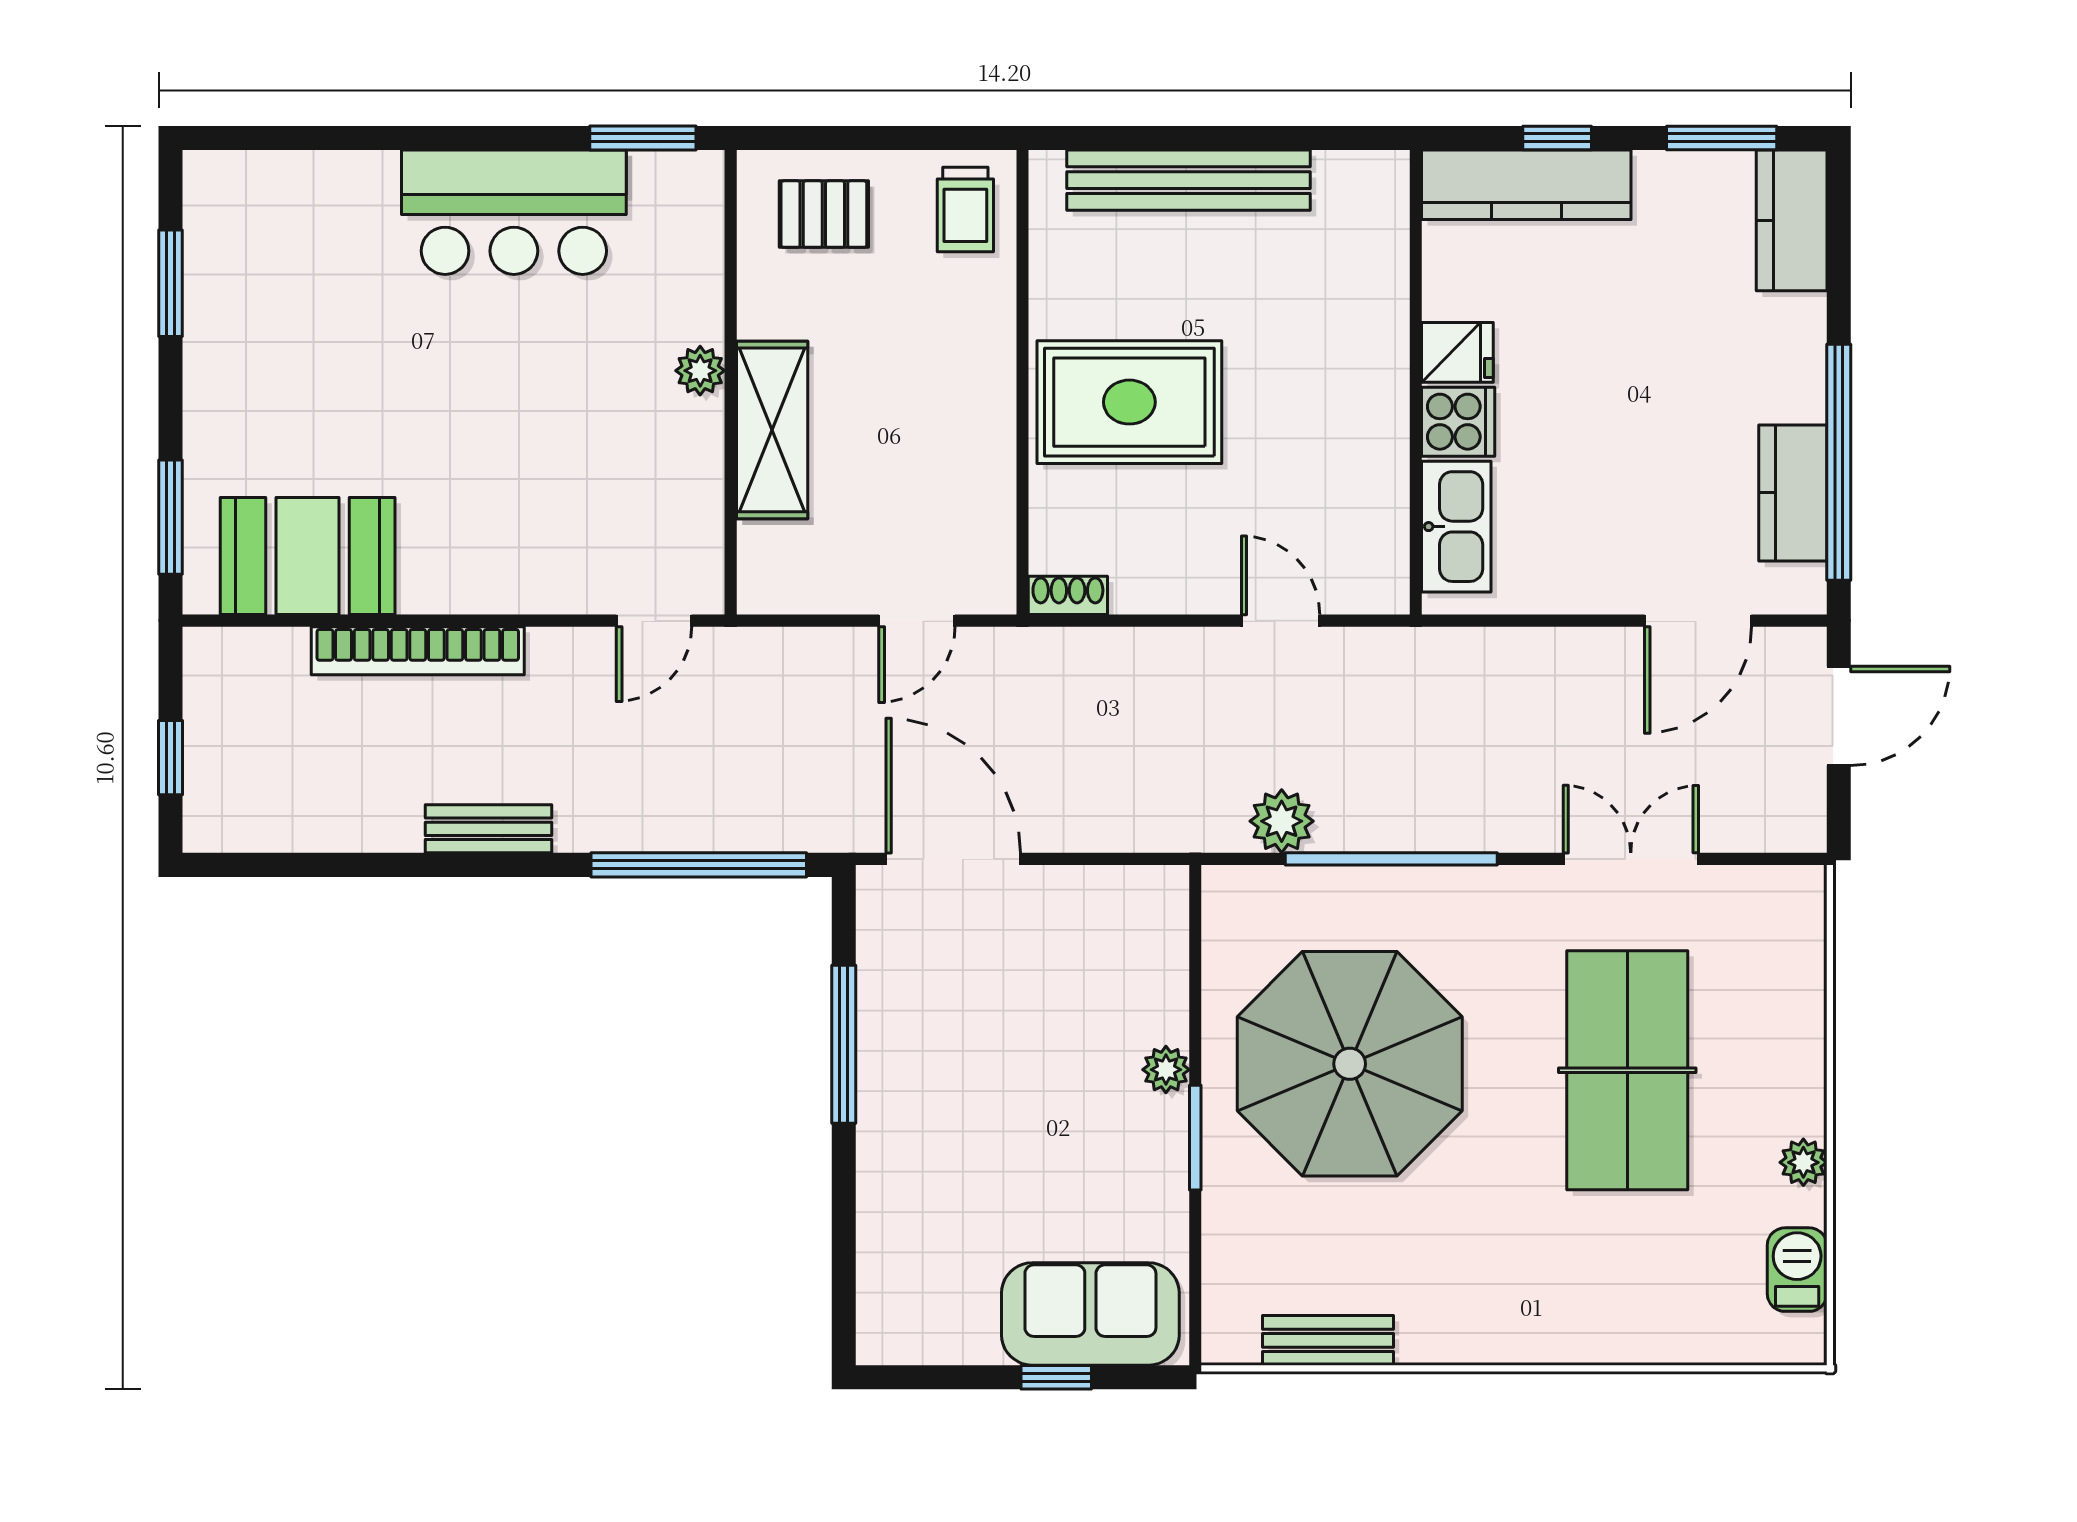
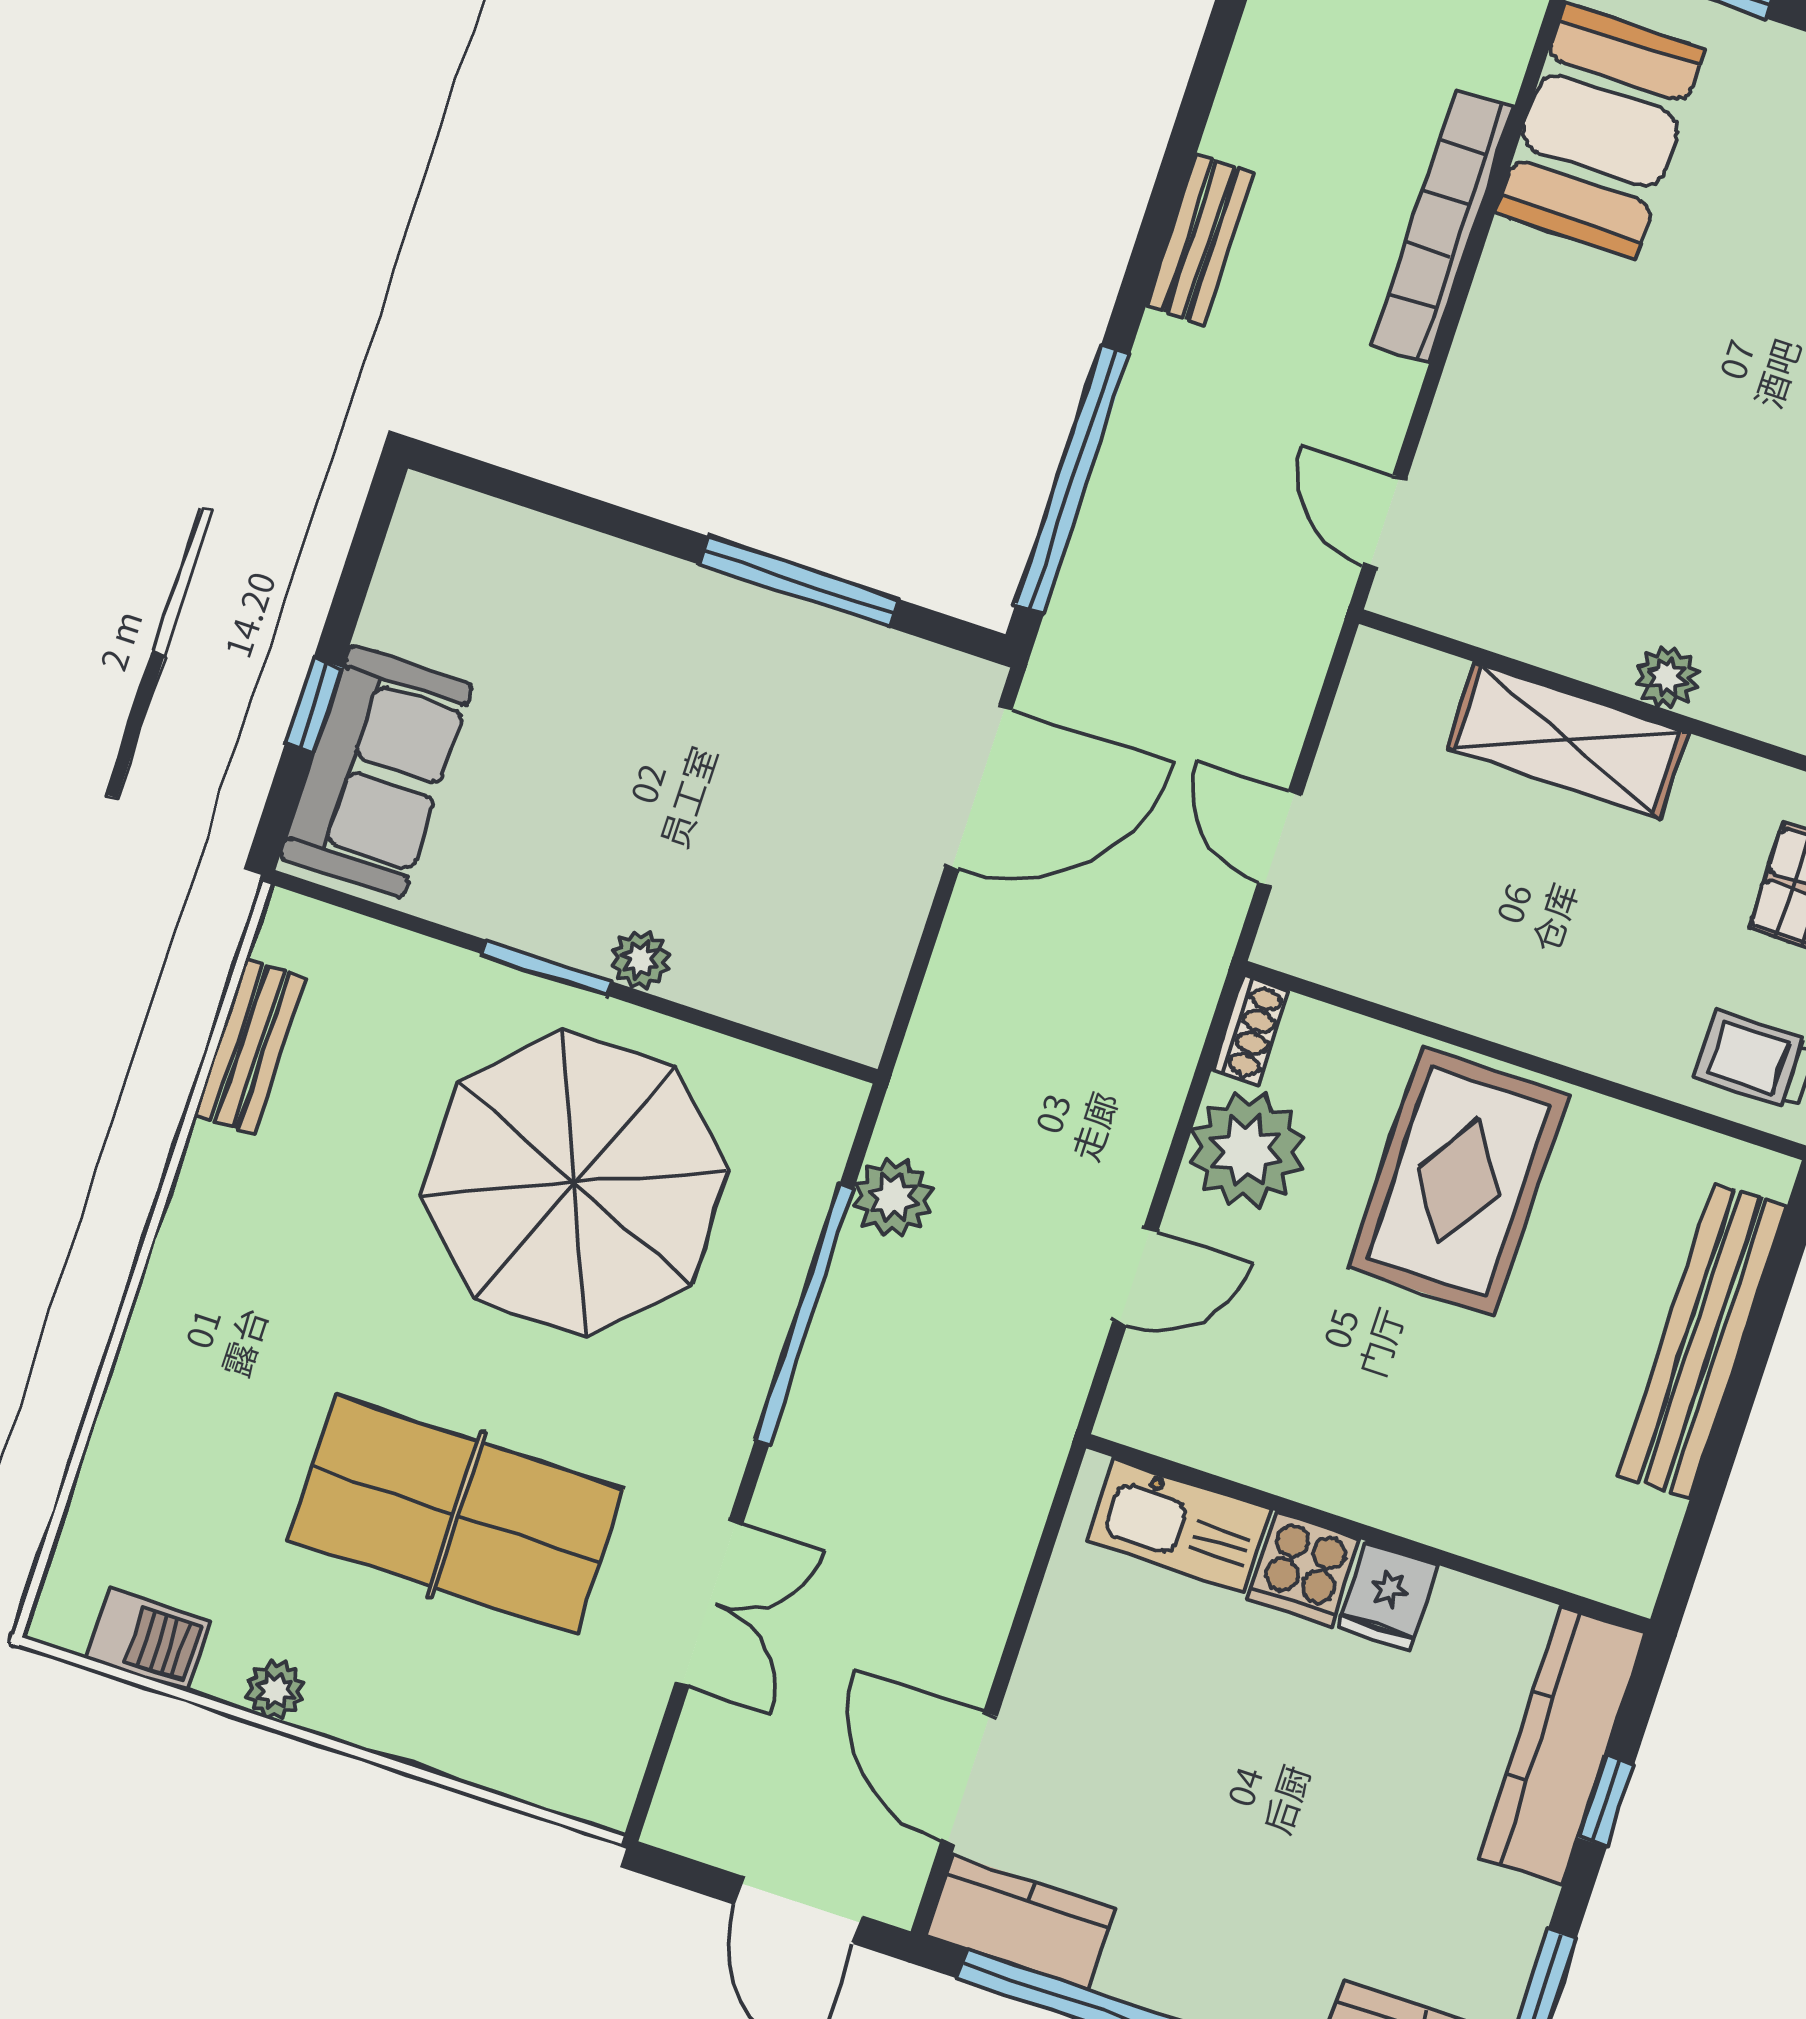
kitchen counter: (1793, 493) -> (1020, 1922), moved
plant: (1159, 568) -> (1247, 1150), added

